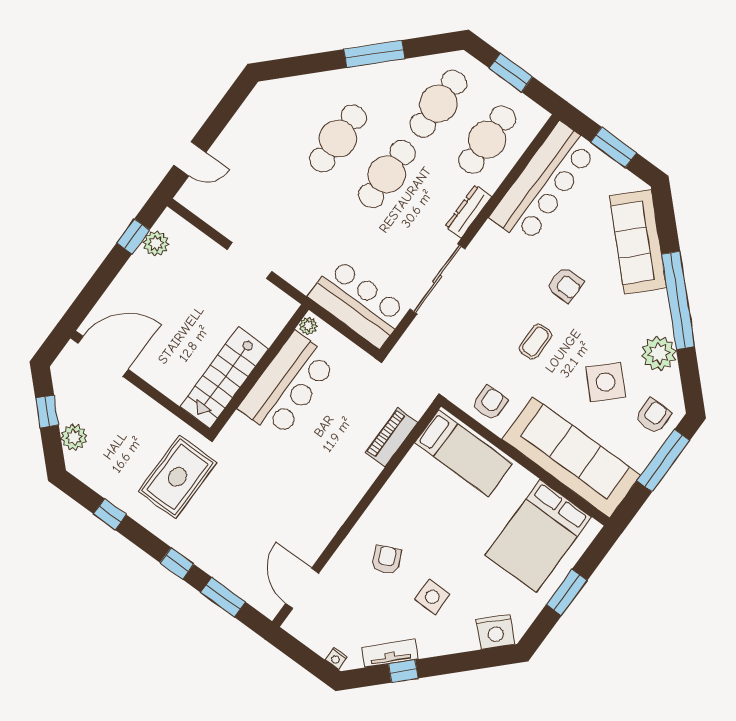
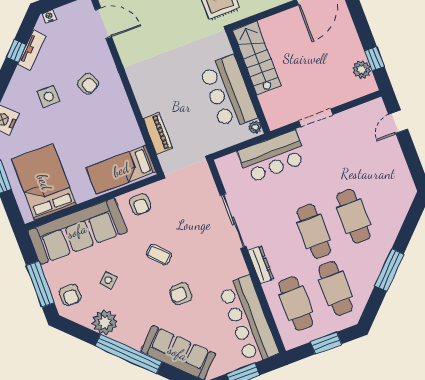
bar counter: (358, 303) -> (272, 156), moved
coffee table: (535, 342) -> (159, 254), turned -43
side table: (606, 382) -> (108, 280), width x0.54, depth x0.54

